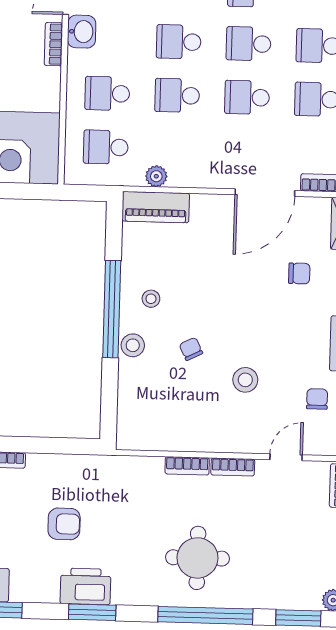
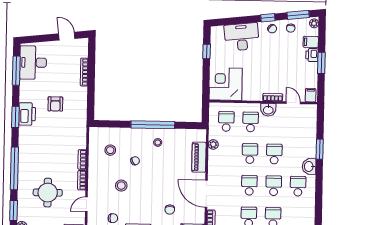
washbasin: (82, 32) -> (268, 110), moved
piano: (156, 207) -> (199, 157), moved
stool: (133, 345) -> (110, 150), moved
door: (286, 457) -> (86, 204), swing flipped
round table: (197, 558) -> (48, 193), moved

